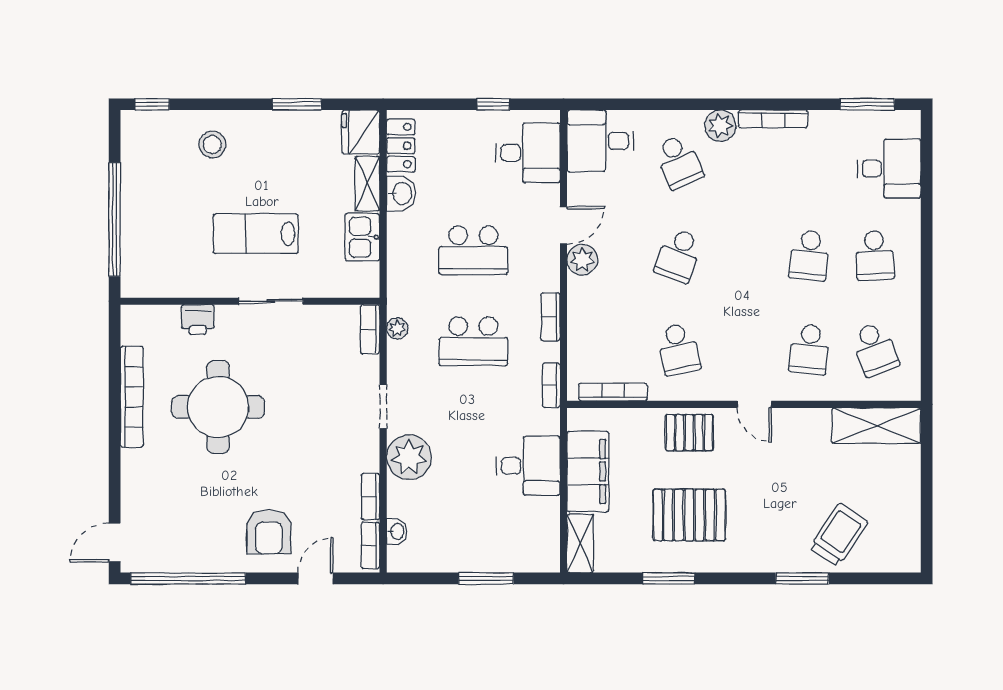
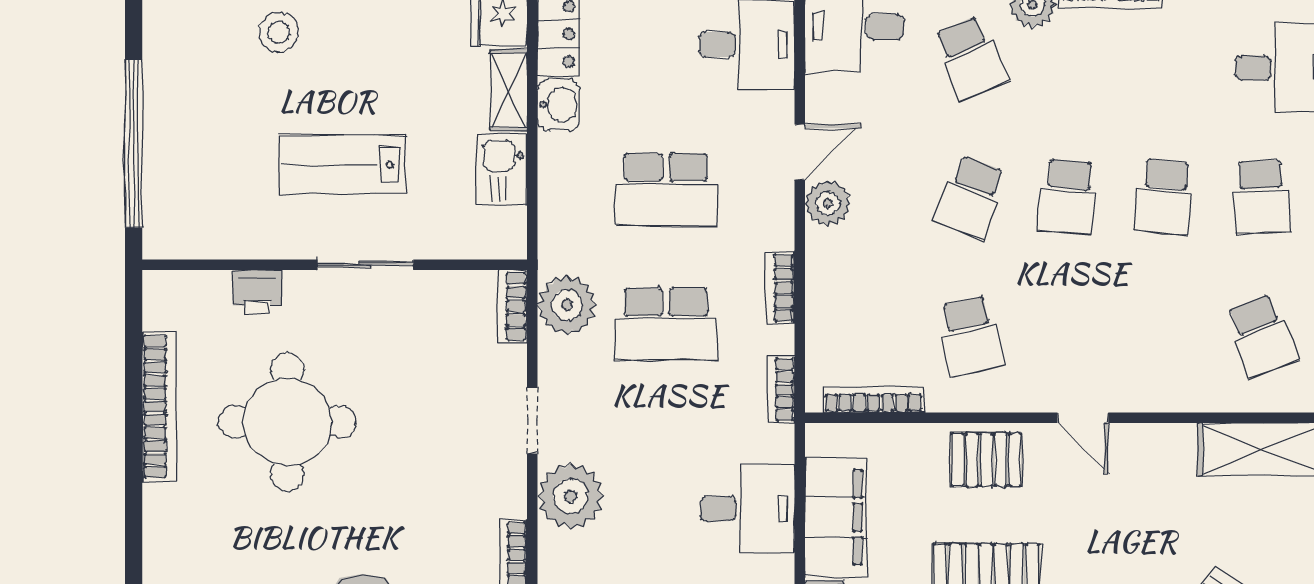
plant: (397, 328) -> (567, 305), width x1.87, depth x1.87
school desk: (809, 349) -> (1067, 197), moved

